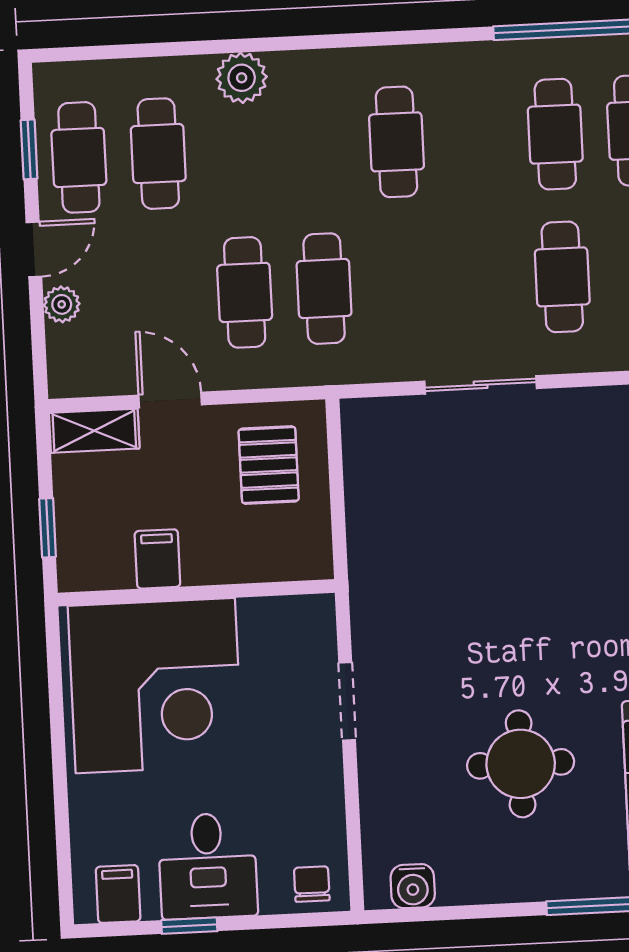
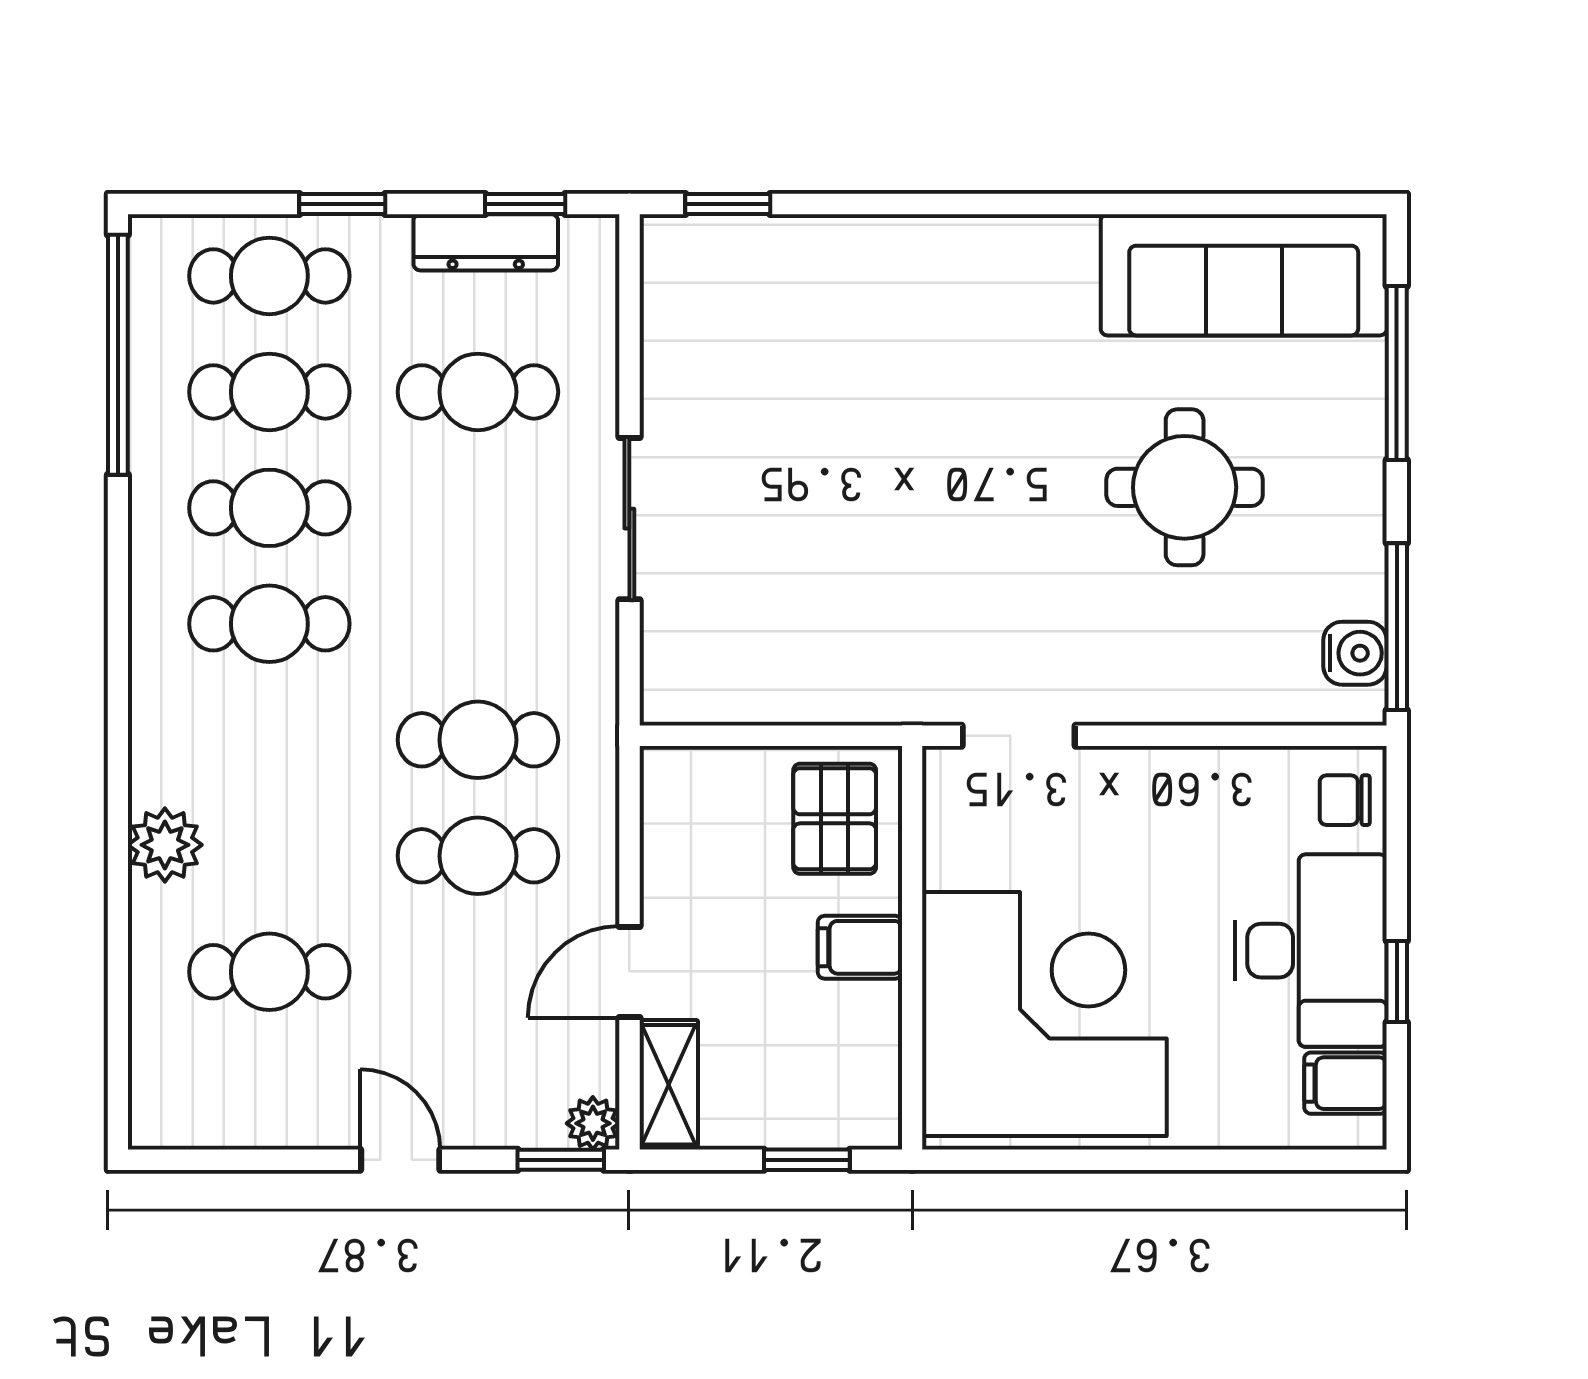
window: (29, 149) -> (561, 1160), moved
cafe table: (79, 157) -> (269, 508), moved
plant: (62, 304) -> (593, 1123), moved
pallet: (269, 465) -> (835, 819), moved, turned 90
filing cabinet: (157, 559) -> (860, 947), moved
doorway: (347, 701) -> (1019, 736), moved
desk: (208, 866) -> (1311, 951), width x1.37
window: (432, 914) -> (1397, 627), added

